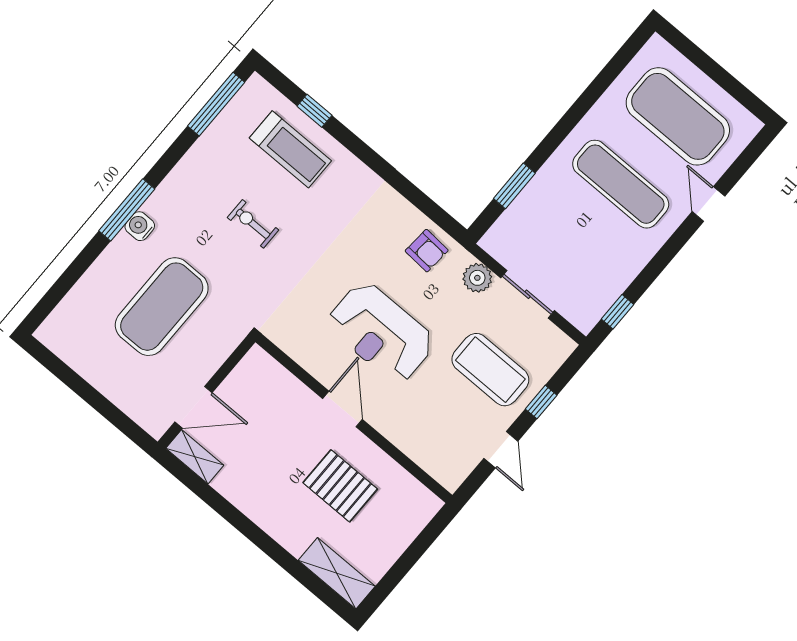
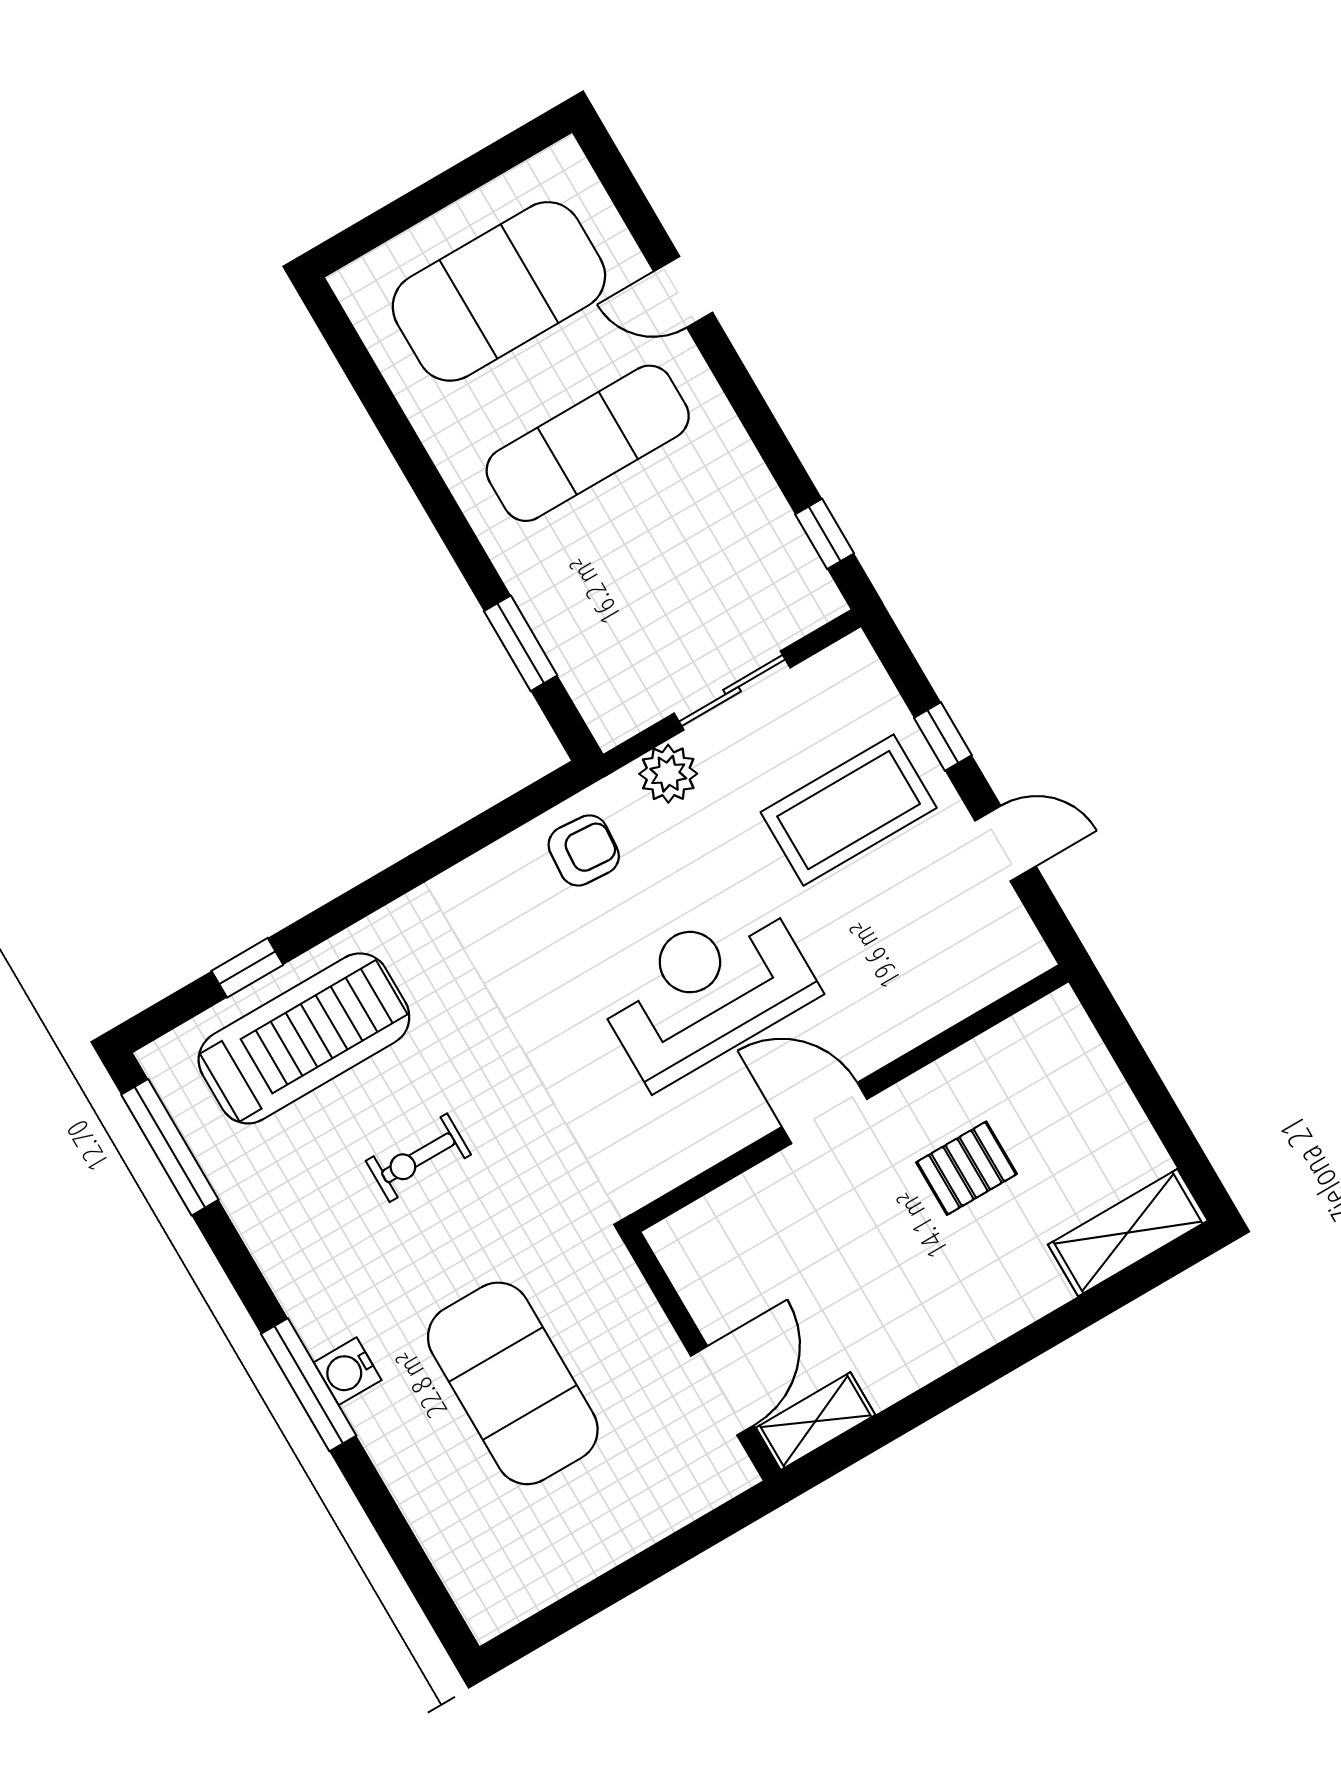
treadmill: (290, 149) -> (304, 1038), width x1.37, depth x1.38
reception desk: (381, 332) -> (706, 990), turned 180
pallet: (340, 486) -> (967, 1168), width x0.67, depth x0.71

